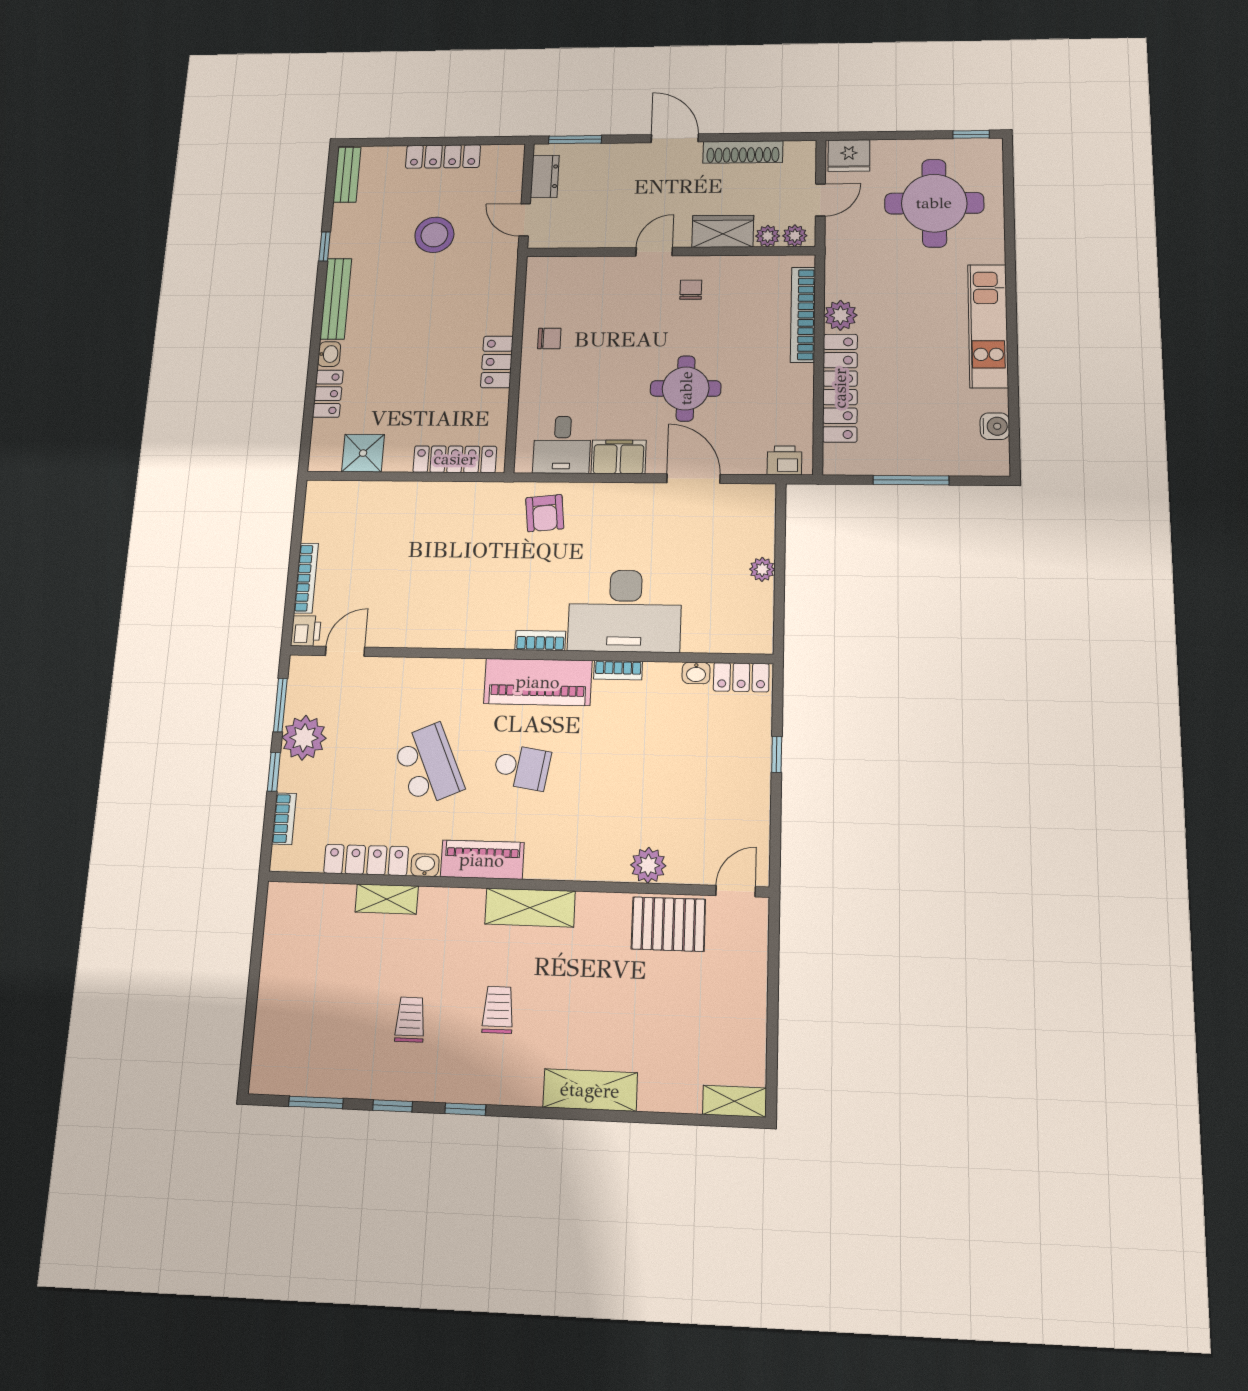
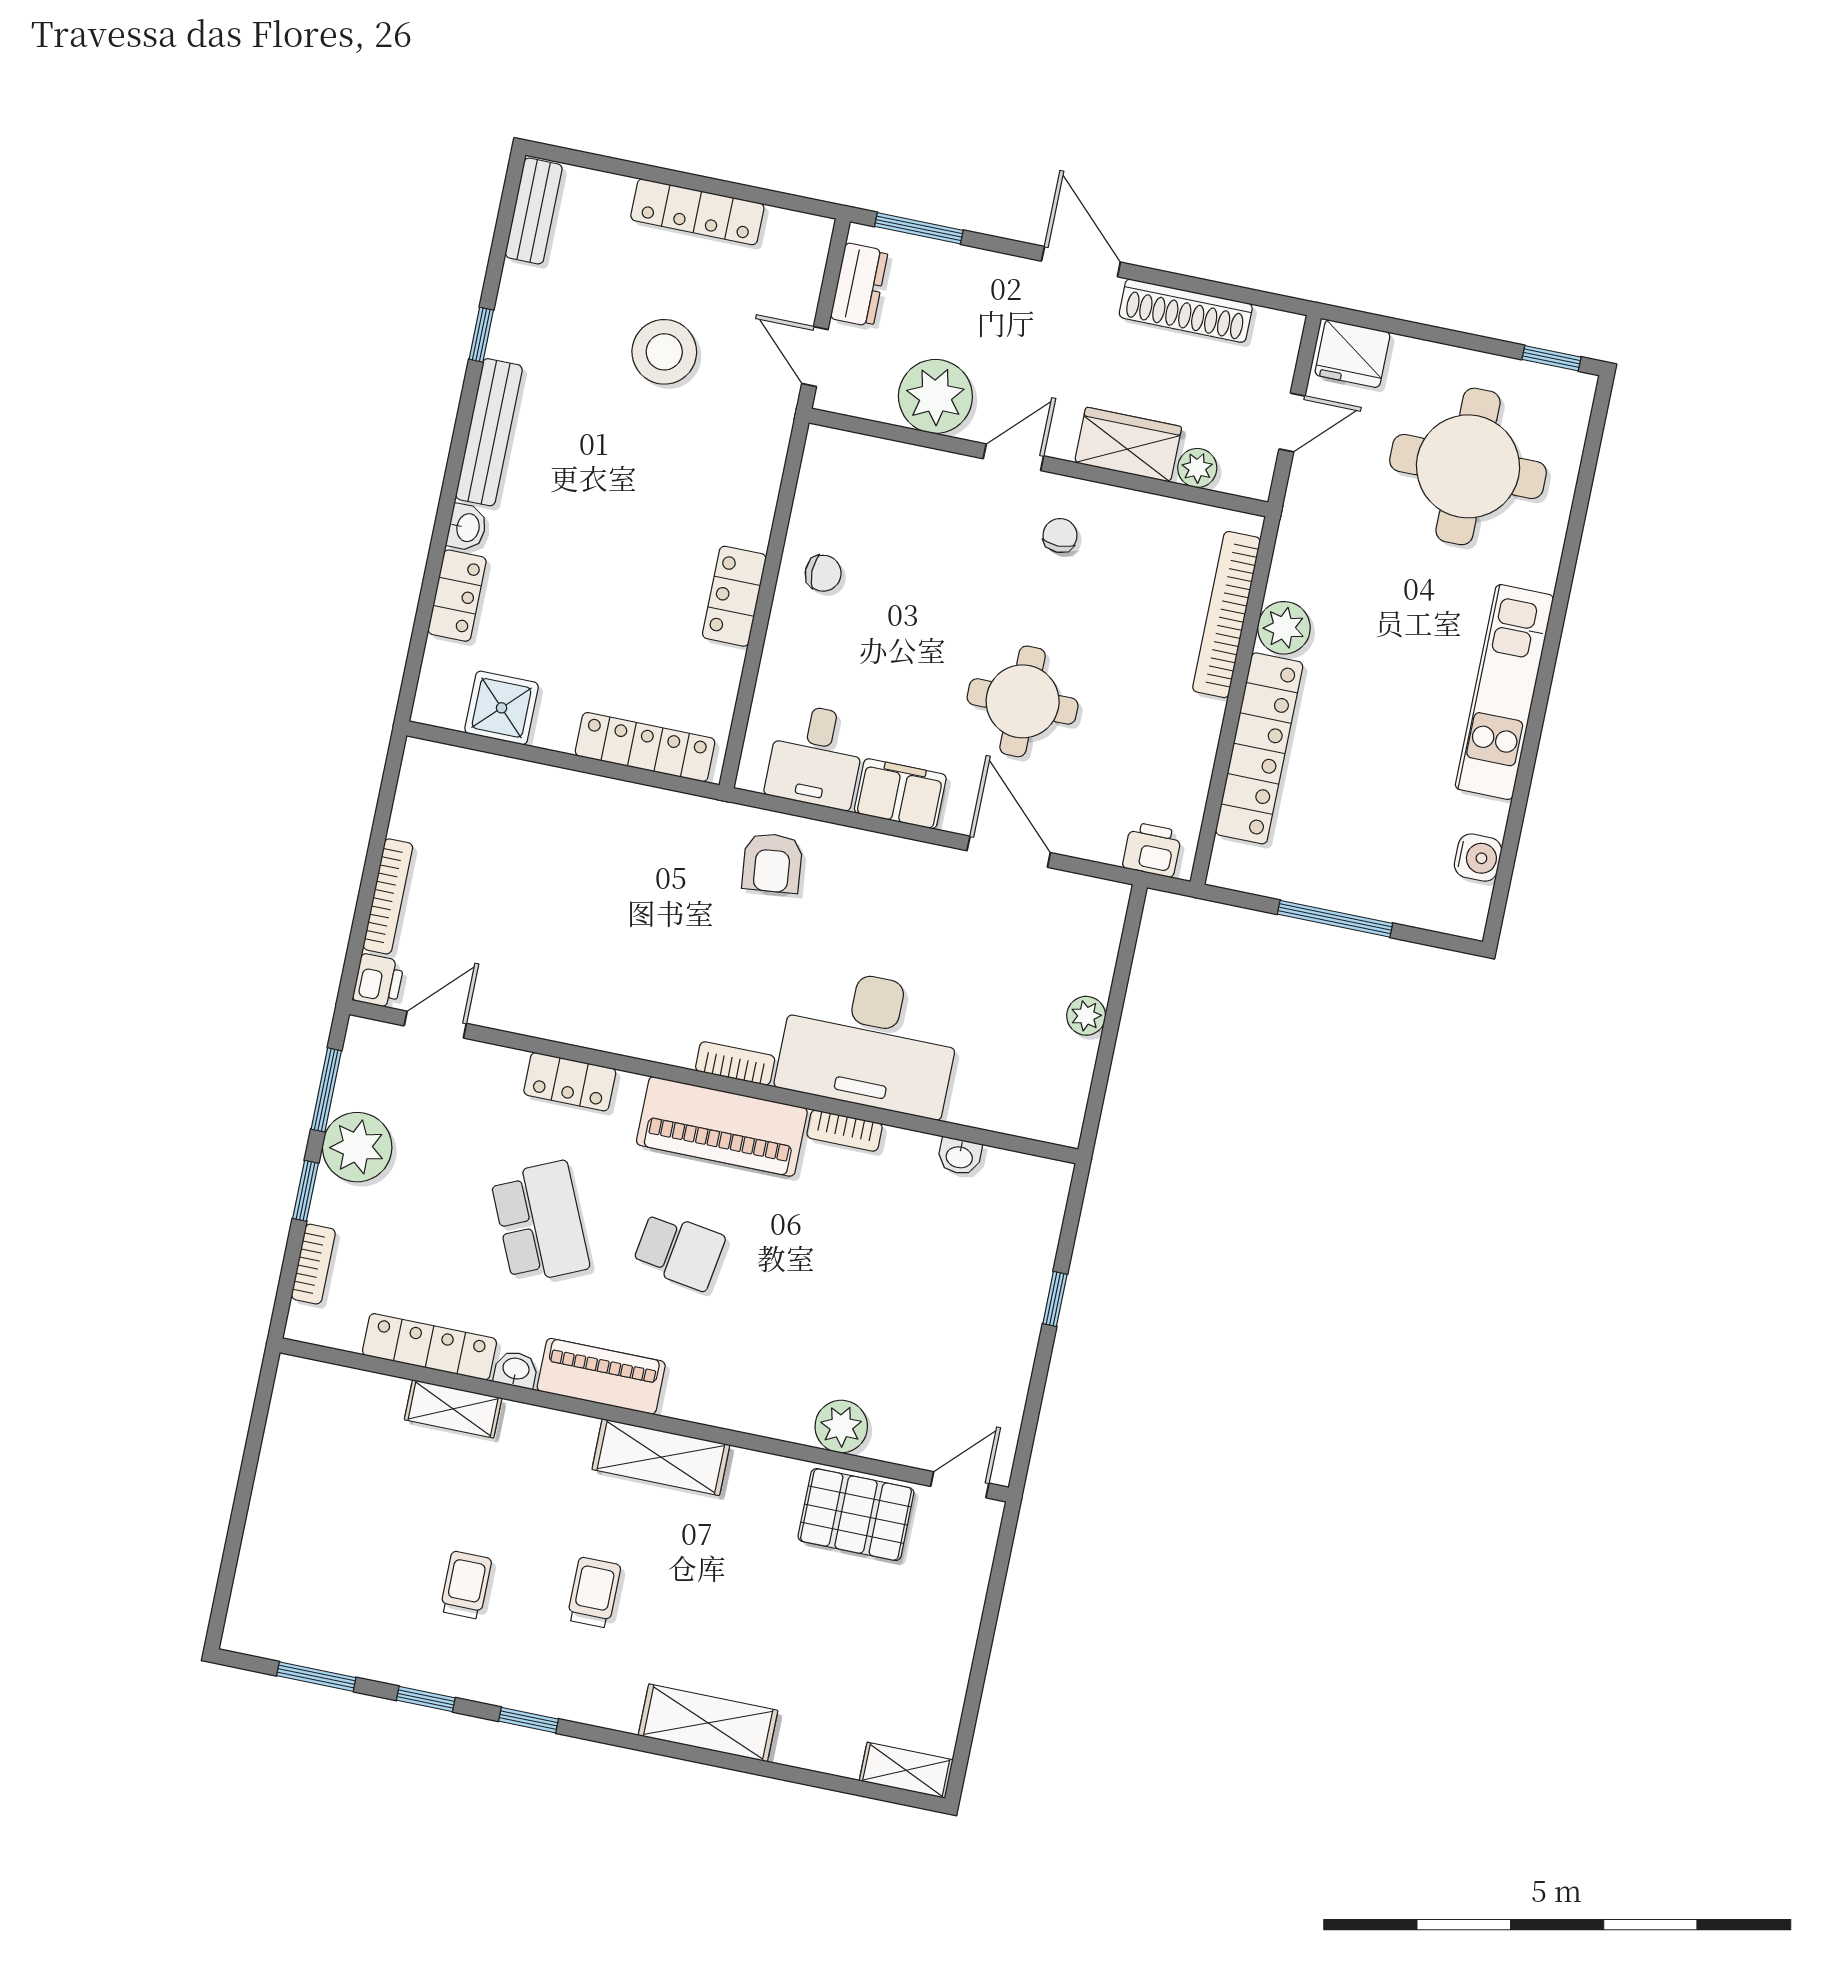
plant: (795, 236) -> (935, 396), moved, width x1.87, depth x1.87
locker: (741, 677) -> (570, 1082), moved

